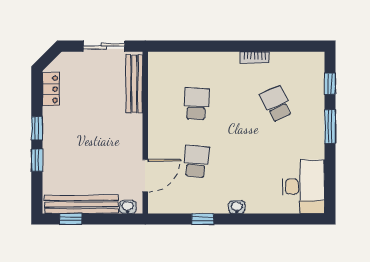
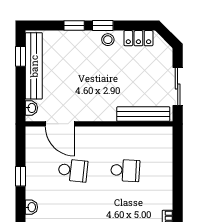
stool: (52, 123) -> (108, 40), added

